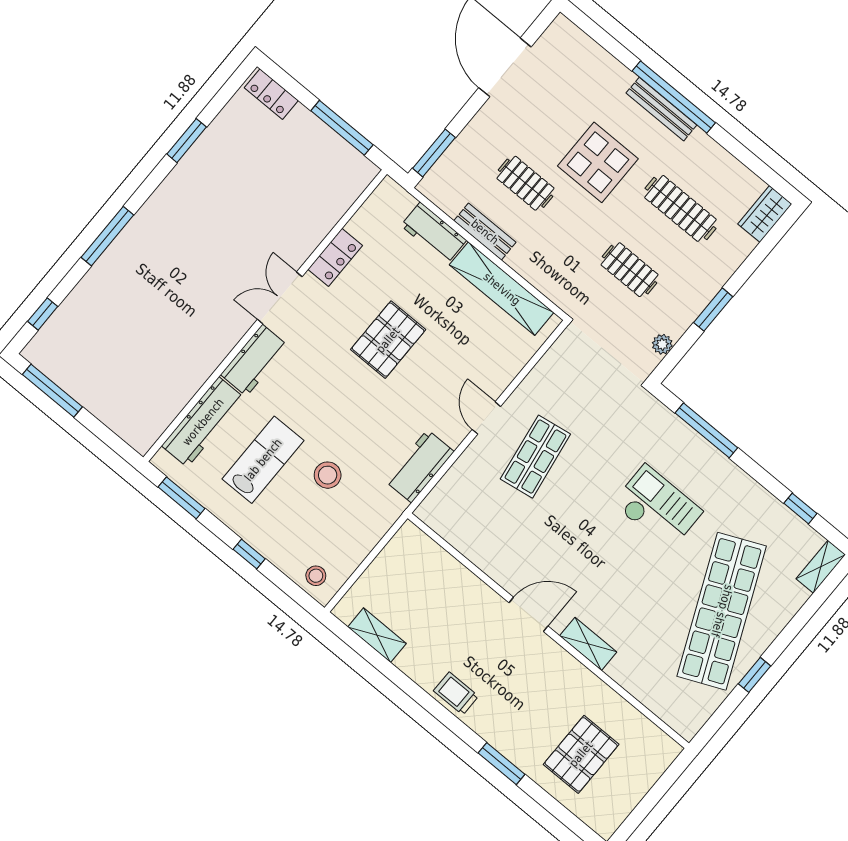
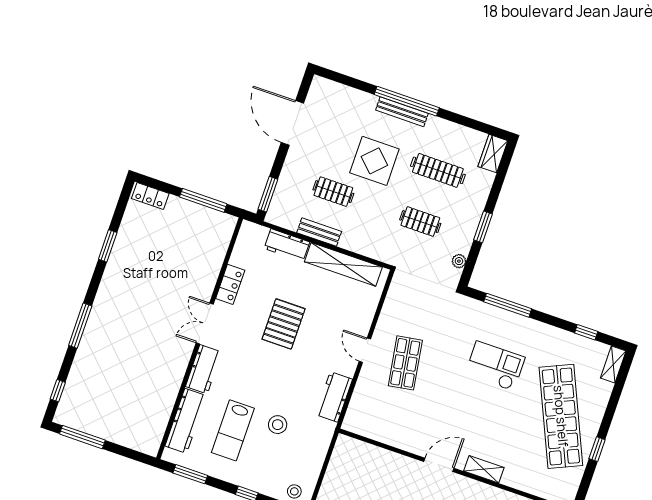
lab bench: (263, 460) -> (233, 430), turned 180

